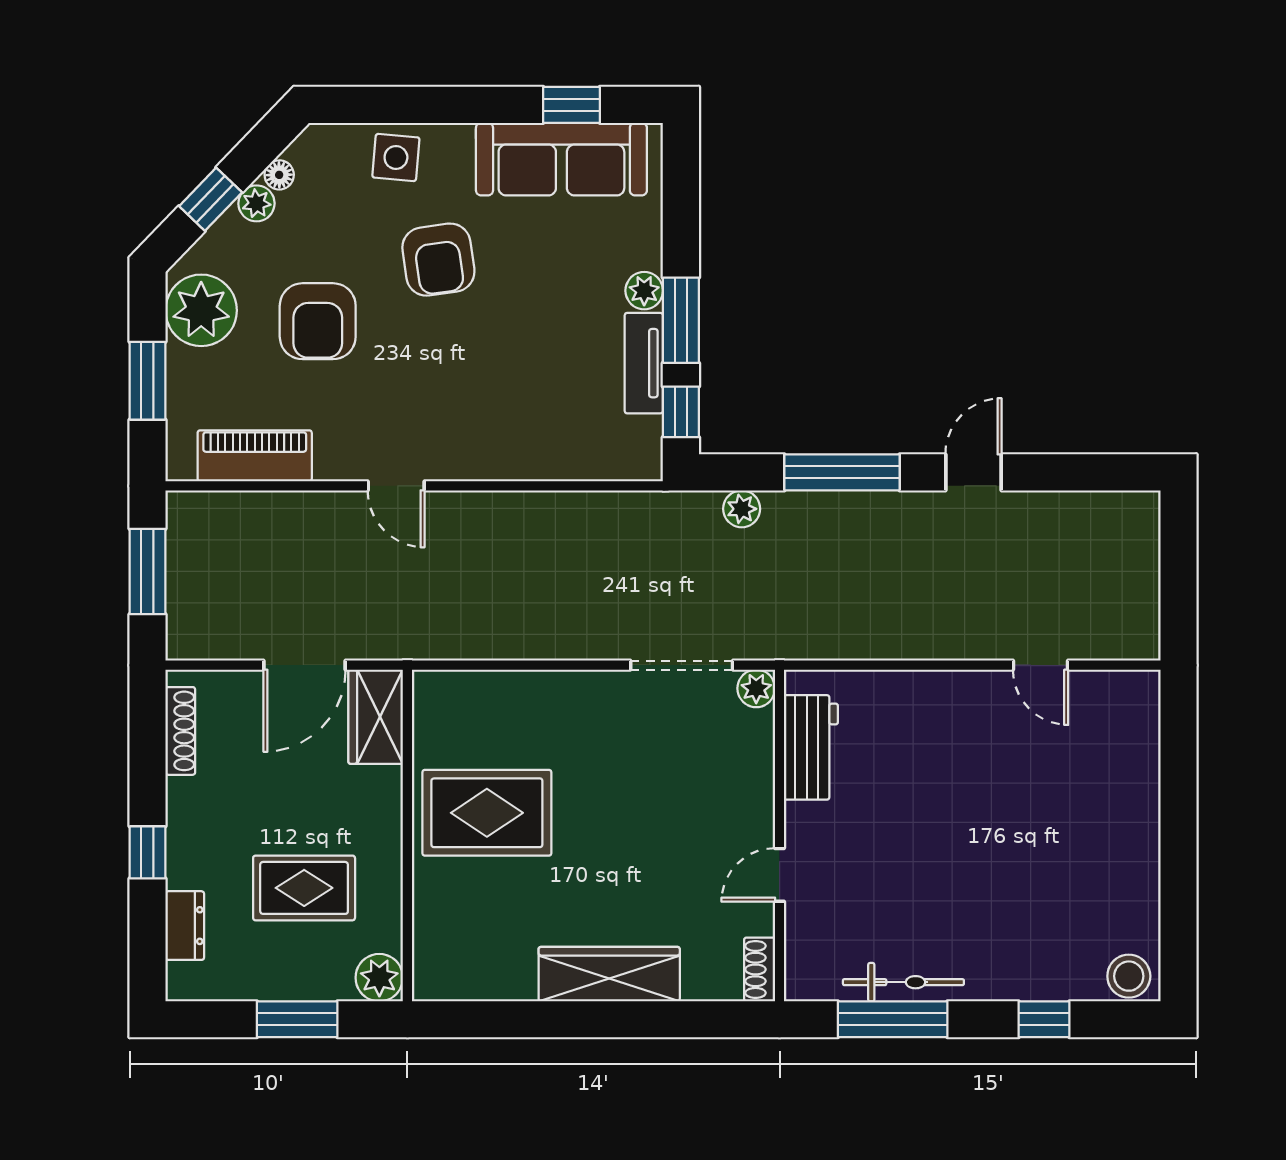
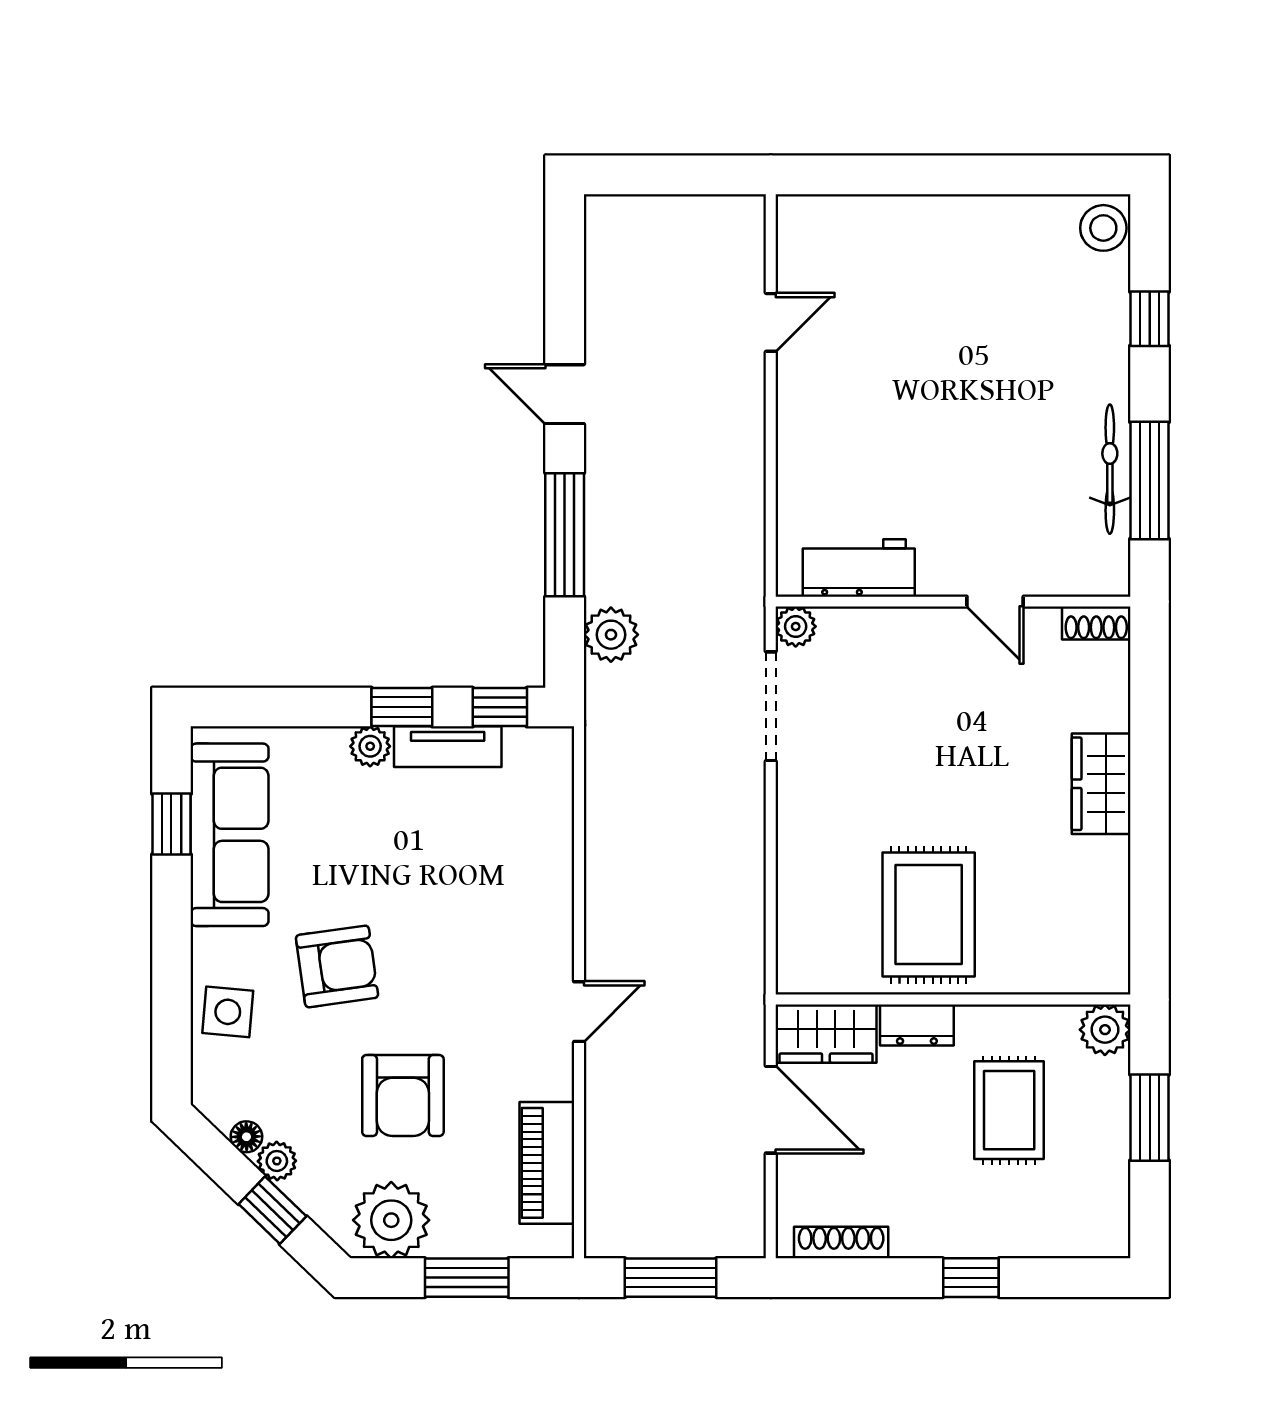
window: (681, 320) -> (402, 707), width x0.67
armchair: (318, 321) -> (403, 1095), turned 90
plant: (742, 509) -> (611, 635), width x1.38, depth x1.38
dresser: (185, 926) -> (917, 1025), moved, turned 180
wardrobe: (609, 974) -> (1101, 784), width x0.67

